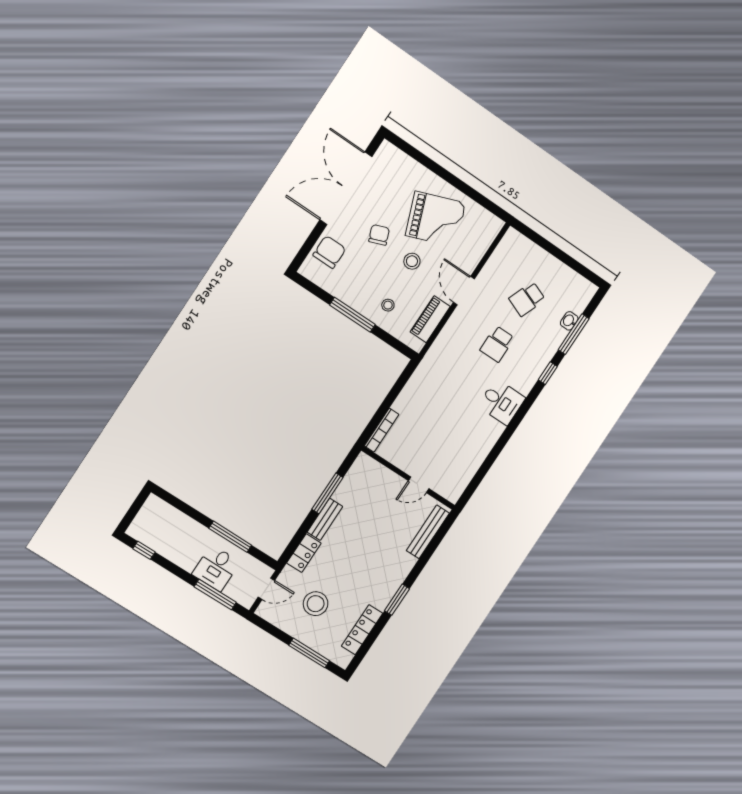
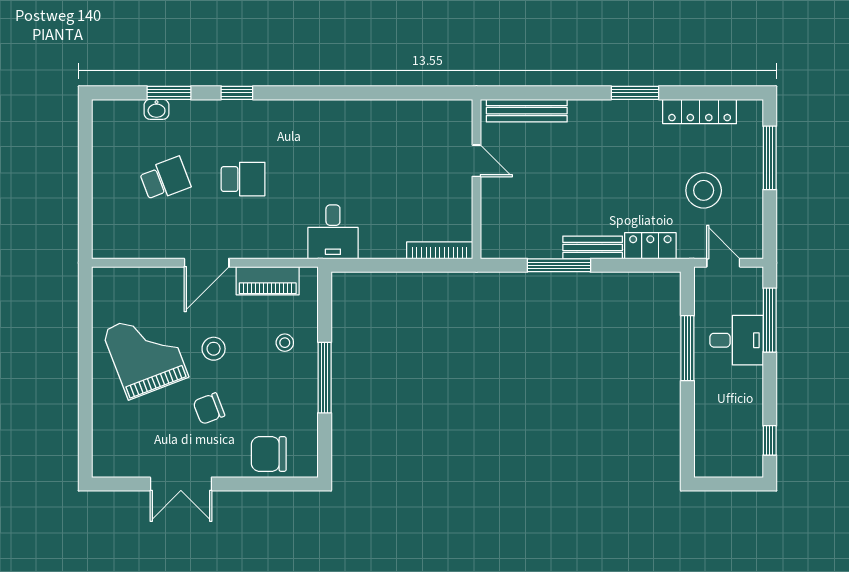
double door: (346, 188) -> (181, 484), width x0.54
school desk: (527, 299) -> (165, 179), turned -42
window: (574, 334) -> (169, 93), width x0.69
desk: (502, 402) -> (333, 232), moved, turned 180

